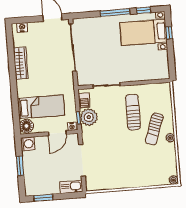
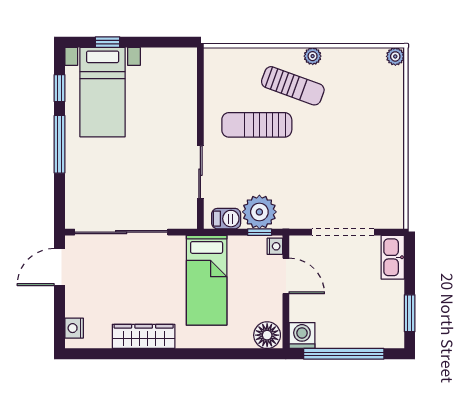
bed: (41, 107) -> (207, 280), moved, turned 180
window: (20, 166) -> (344, 354), width x2.11

